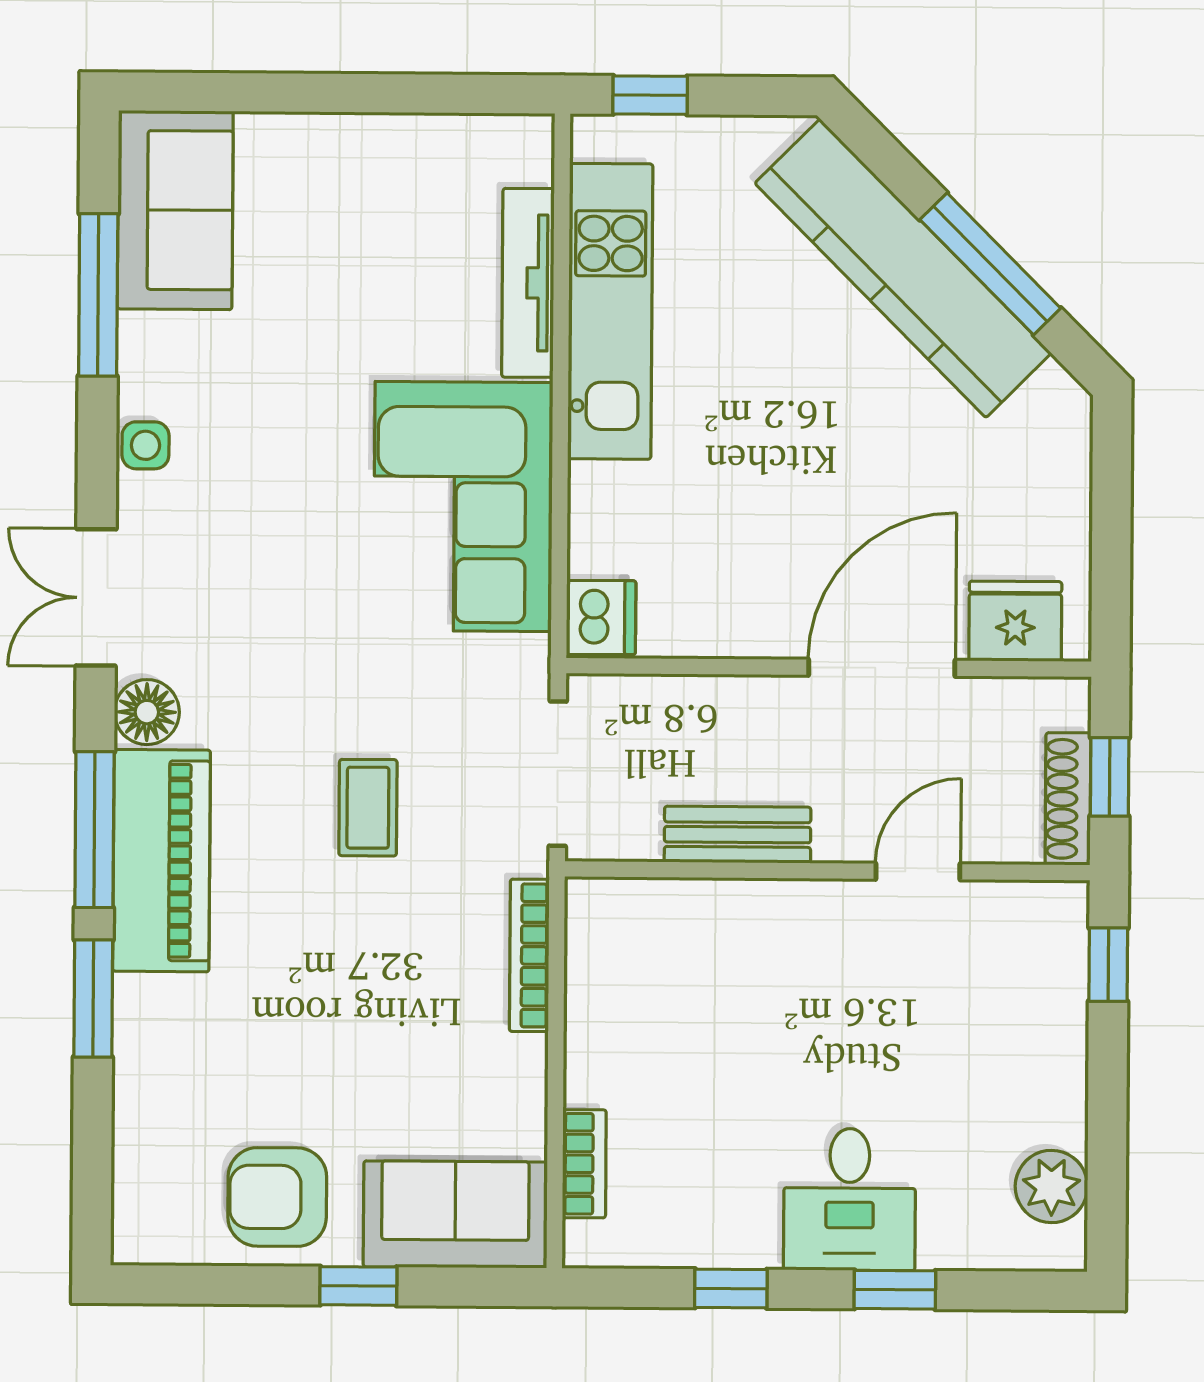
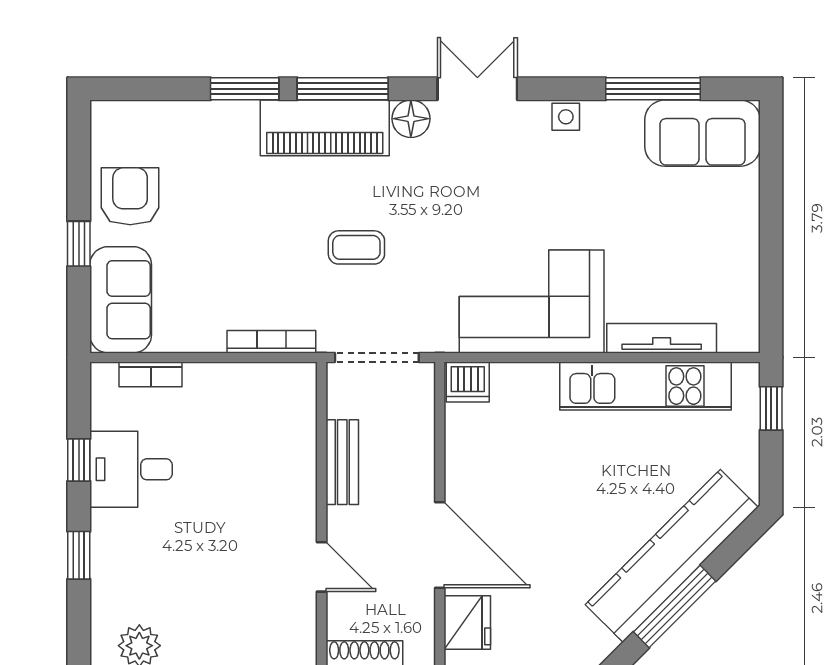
desk: (850, 1199) -> (131, 469), moved

